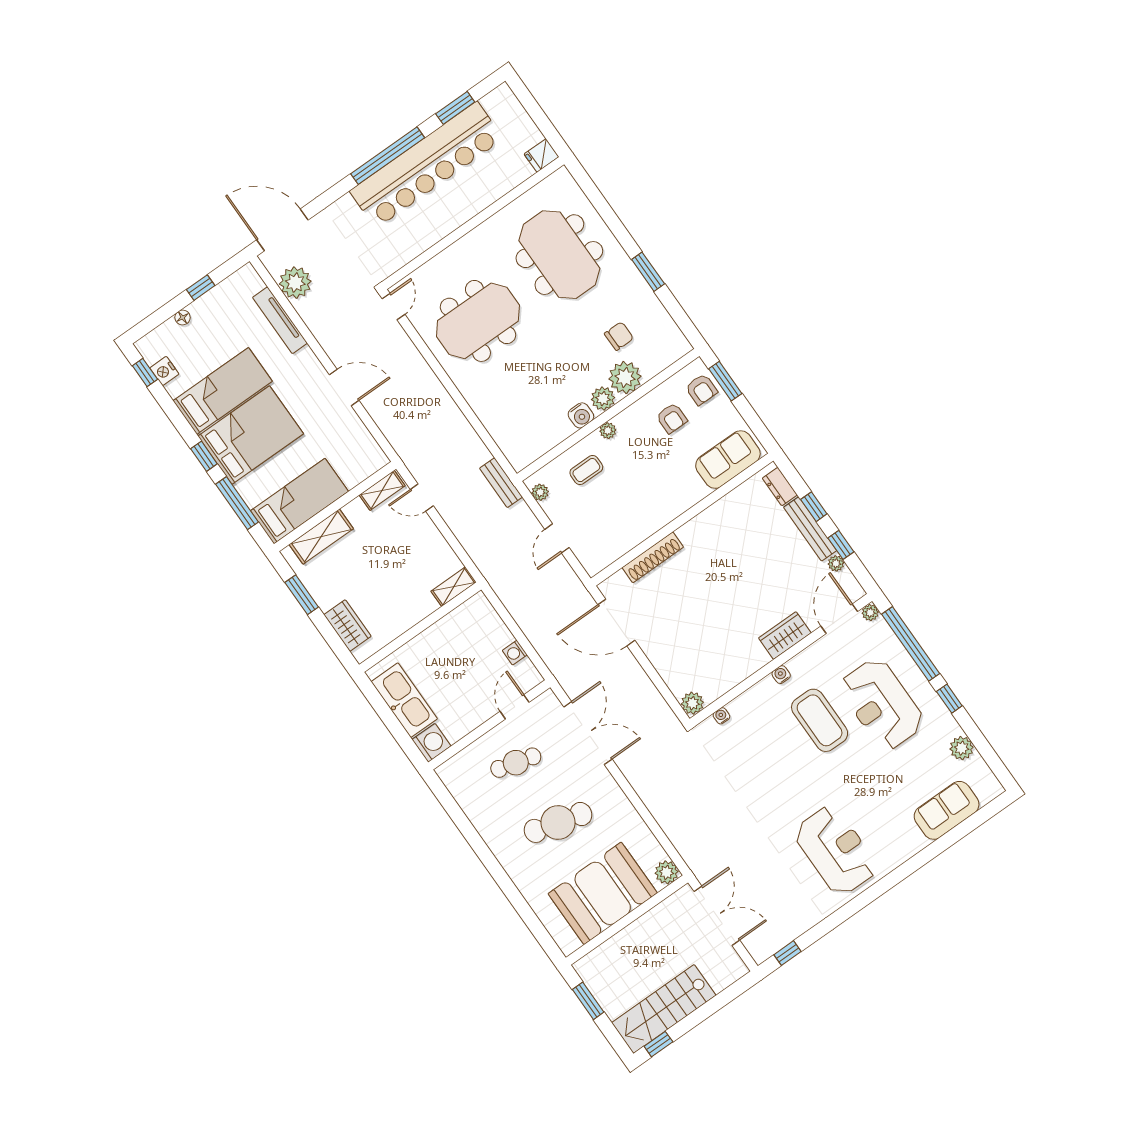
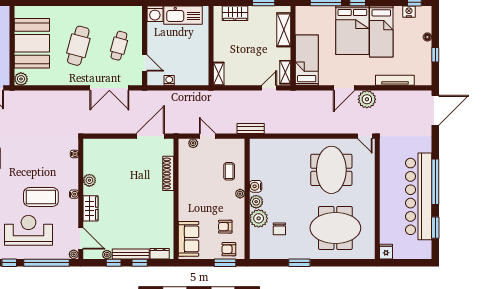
plant: (295, 283) -> (367, 99), moved
plant: (540, 492) -> (193, 143), moved
bed: (299, 501) -> (307, 60), moved, turned 180
plant: (692, 703) -> (89, 180), moved

